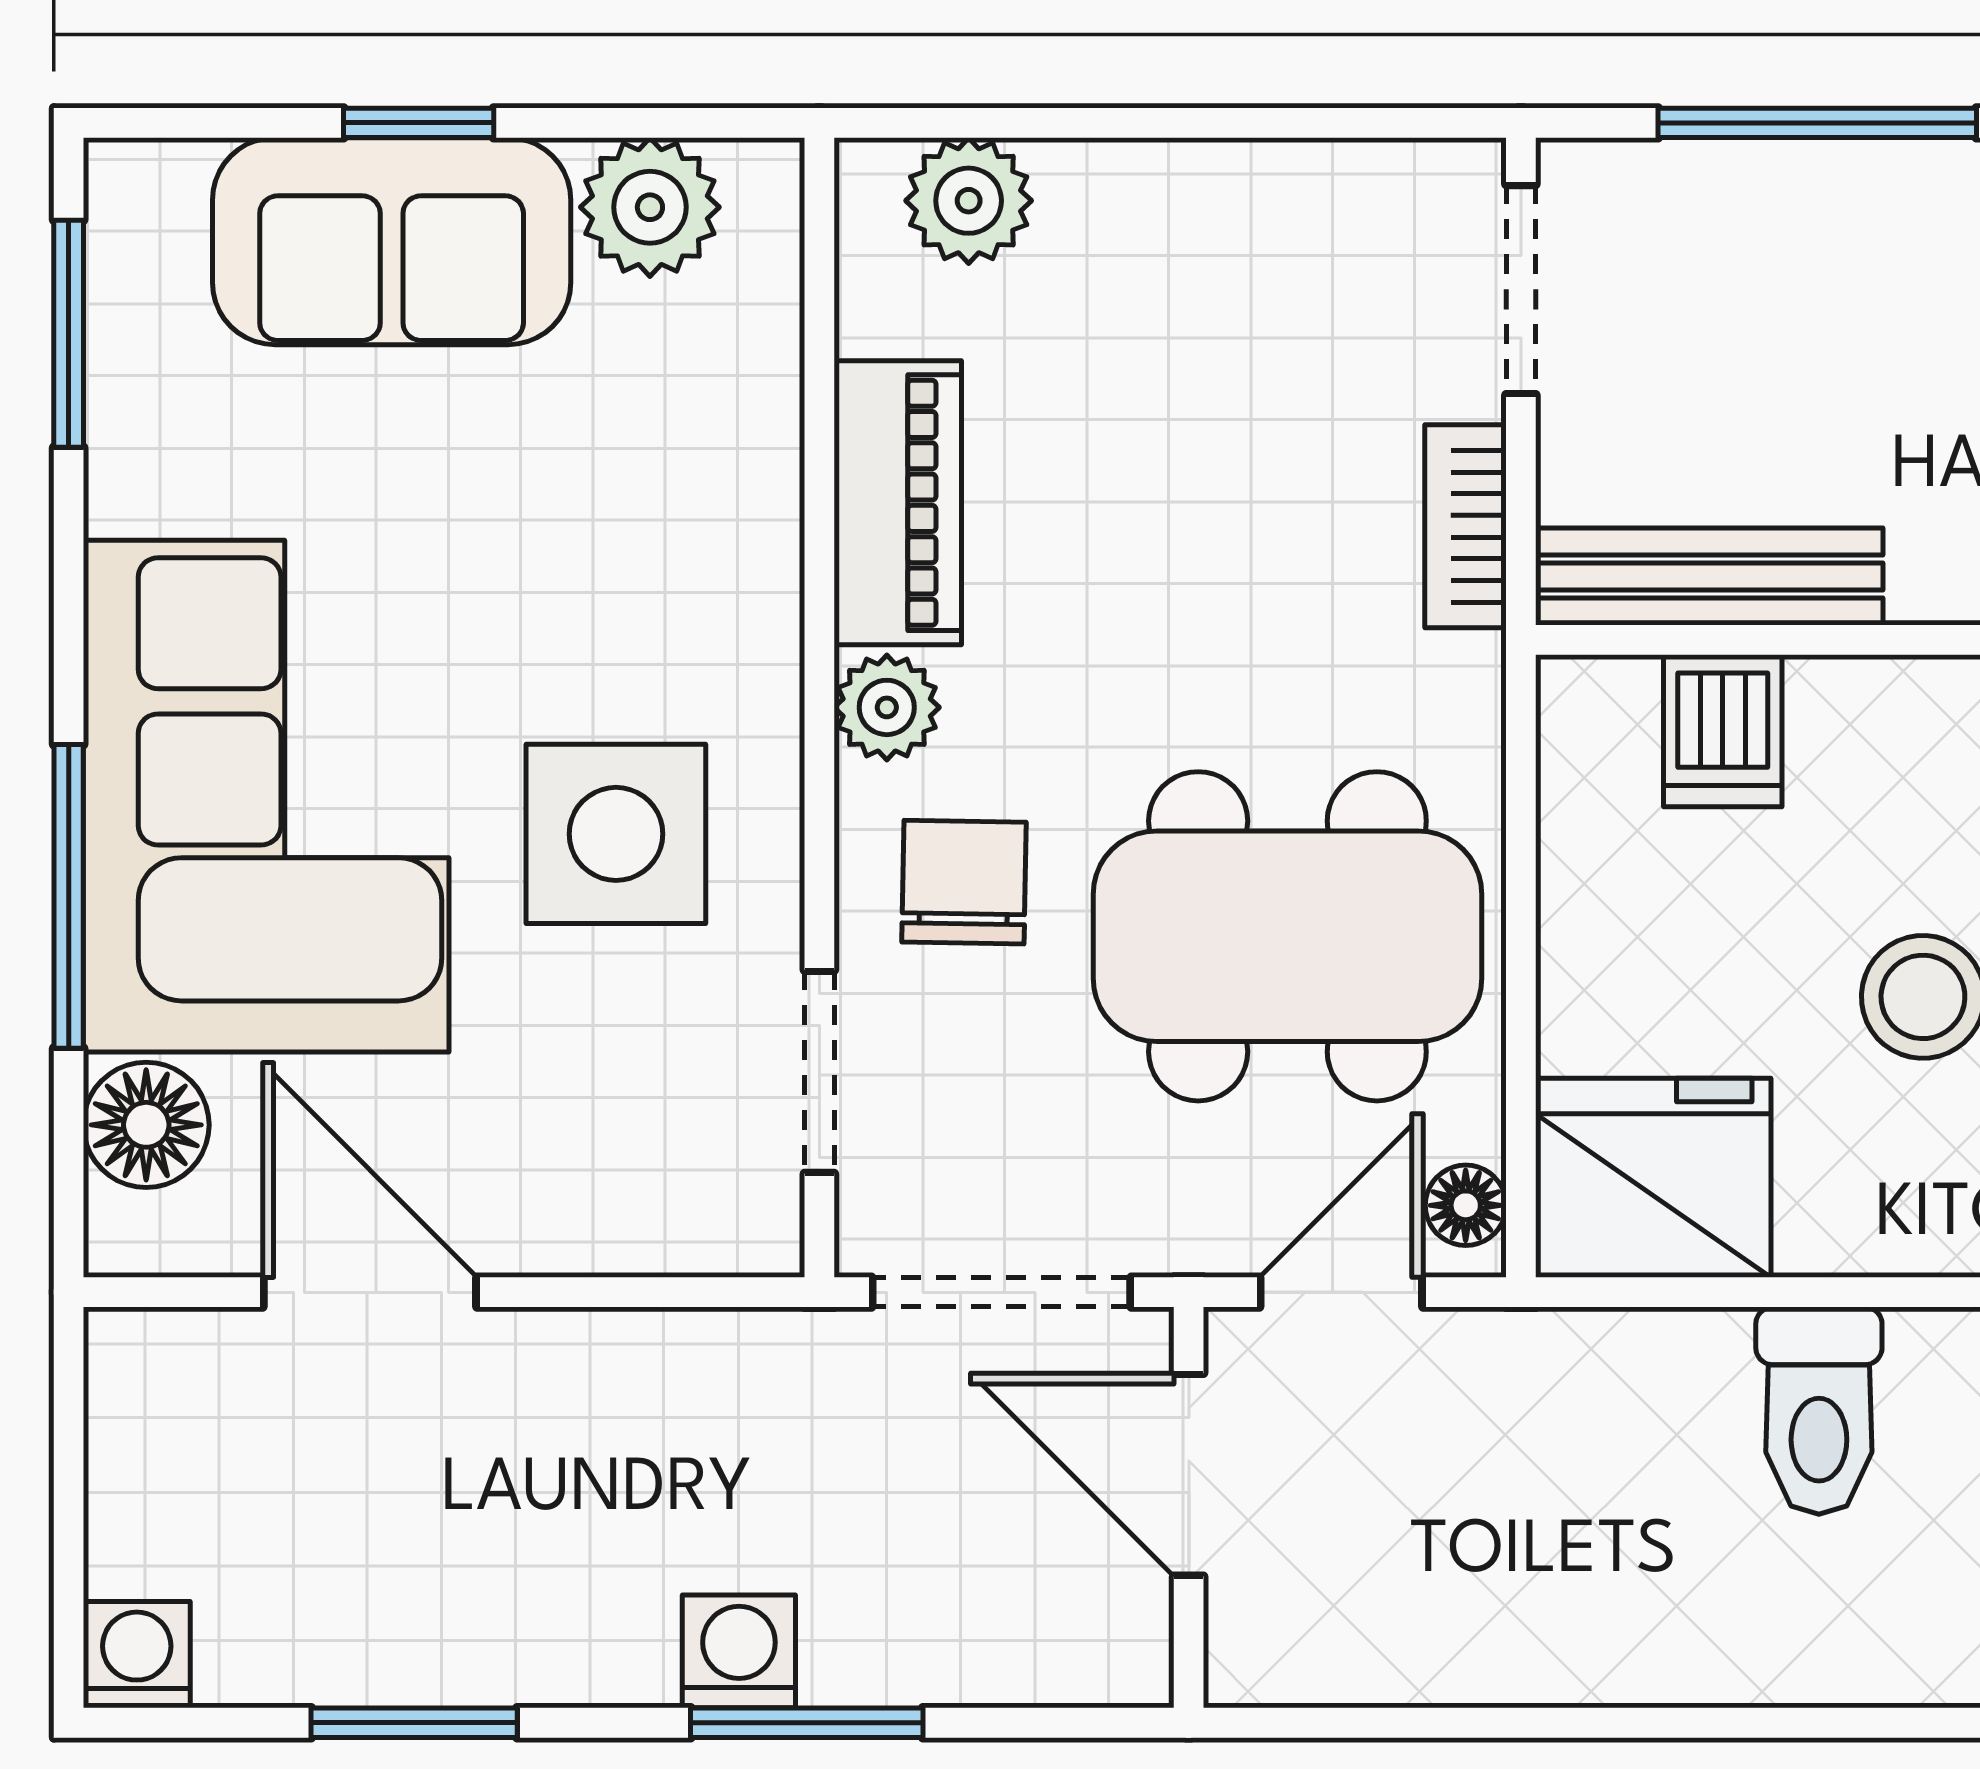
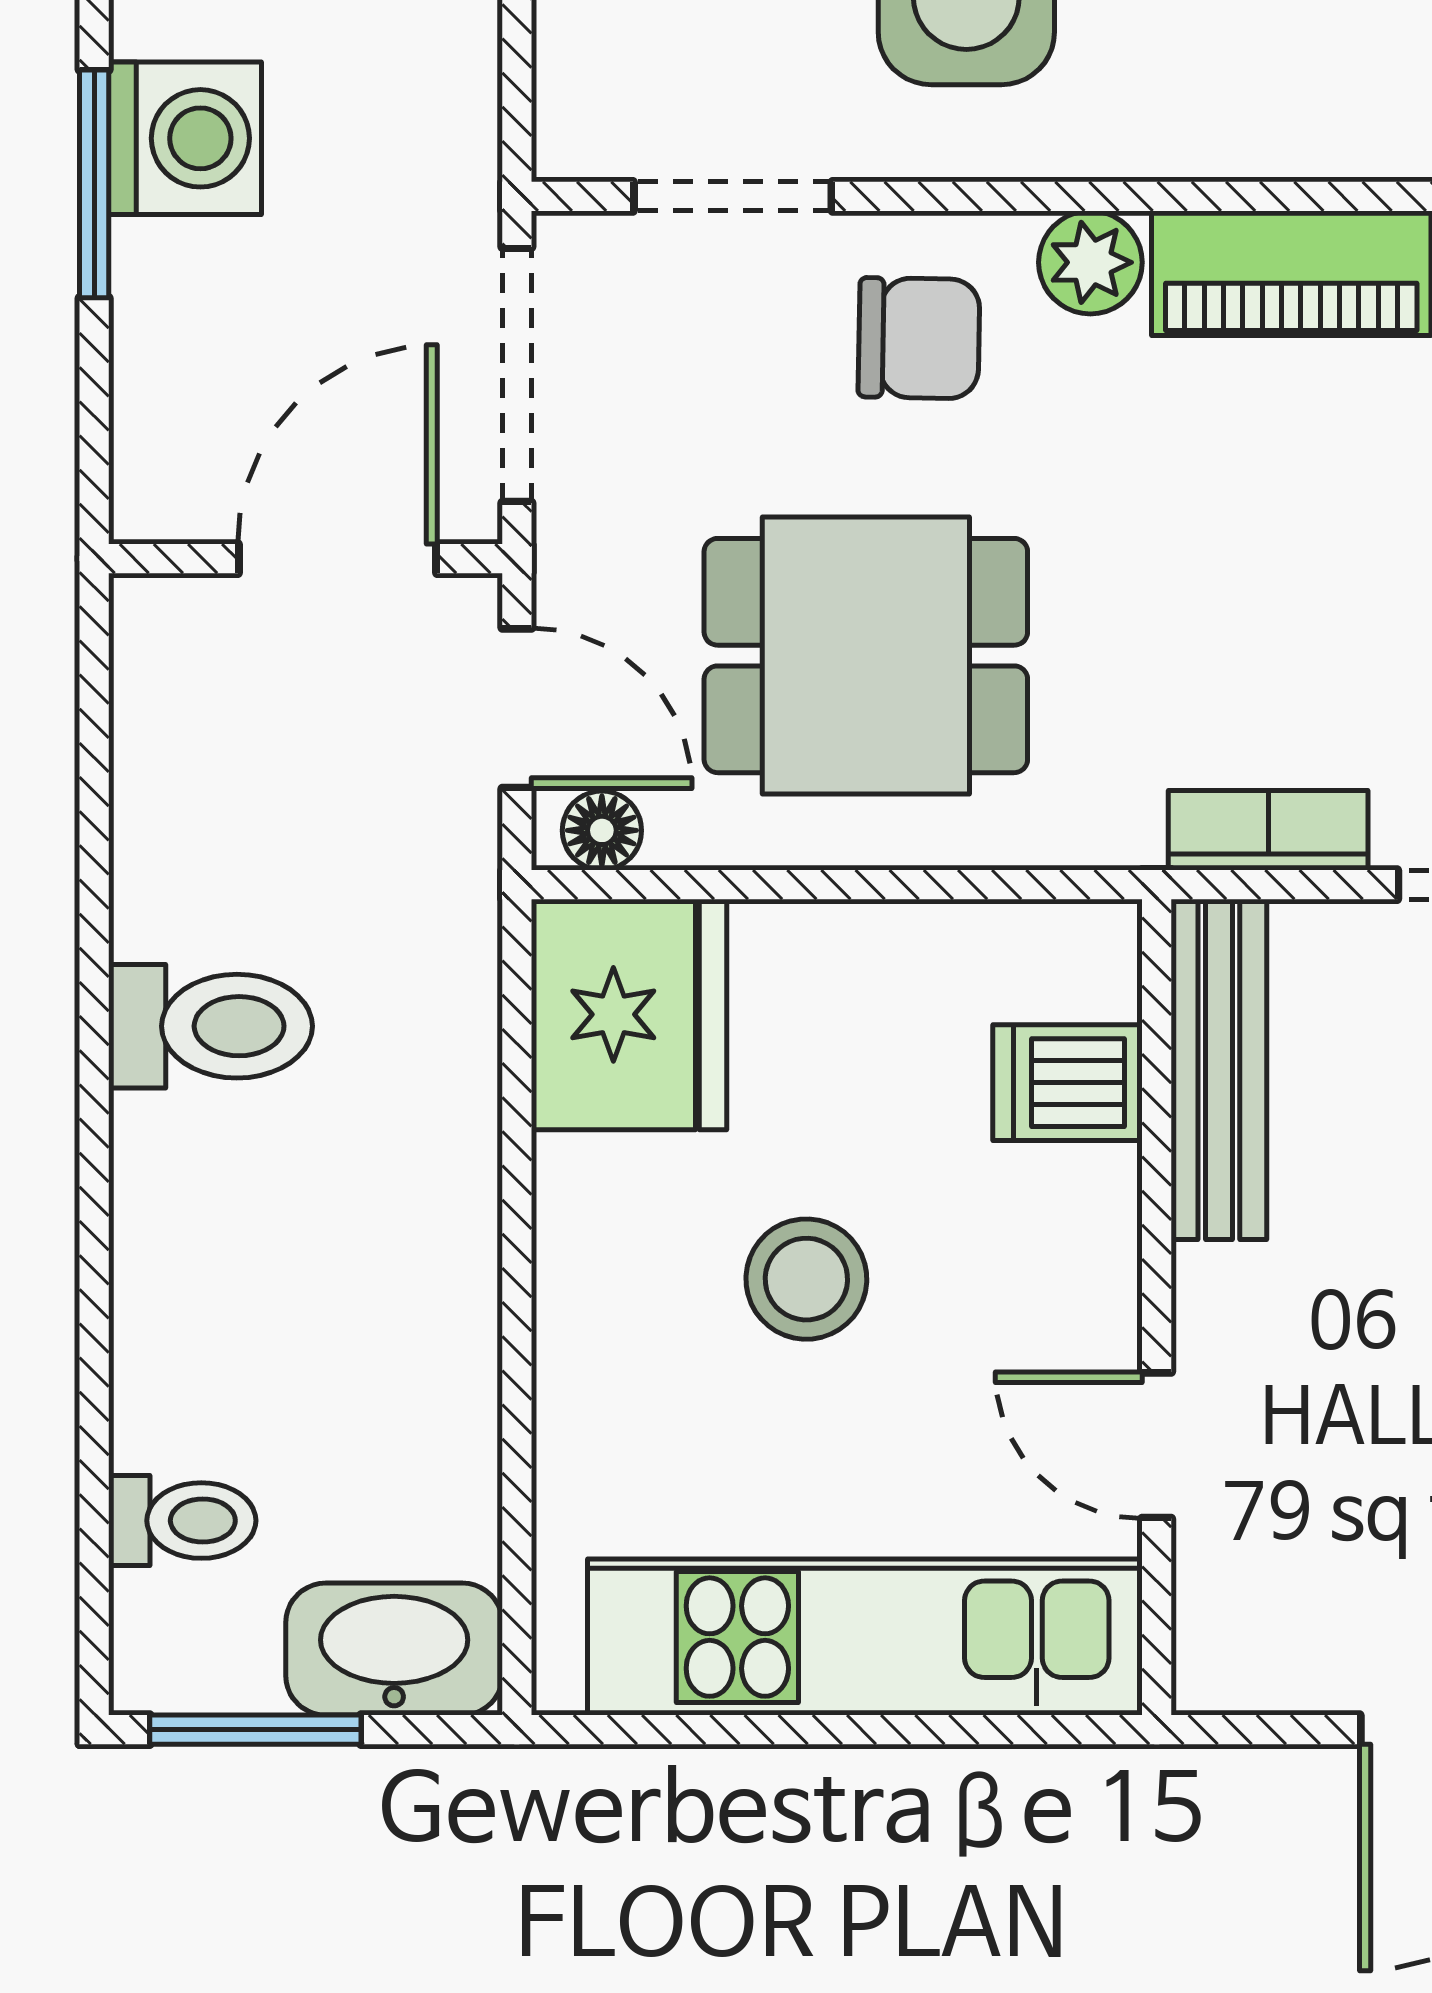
dining table: (1287, 936) -> (866, 656), width x0.73
toilet: (1819, 1411) -> (211, 1026), moved, turned 180
washing machine: (739, 1651) -> (185, 138), width x1.38, depth x1.38

